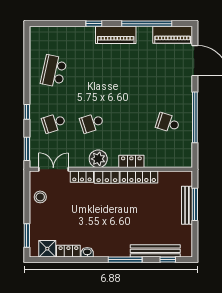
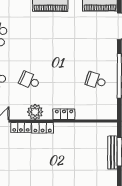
school desk: (92, 123) -> (29, 81), turned 42
locker: (139, 177) -> (71, 128), removed

